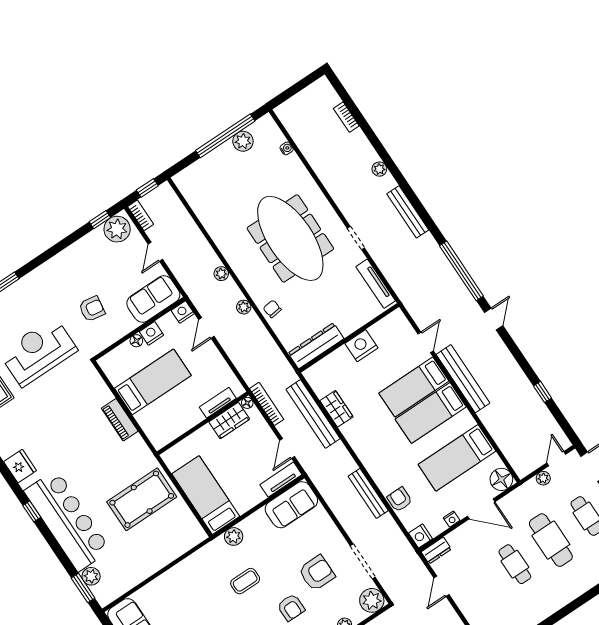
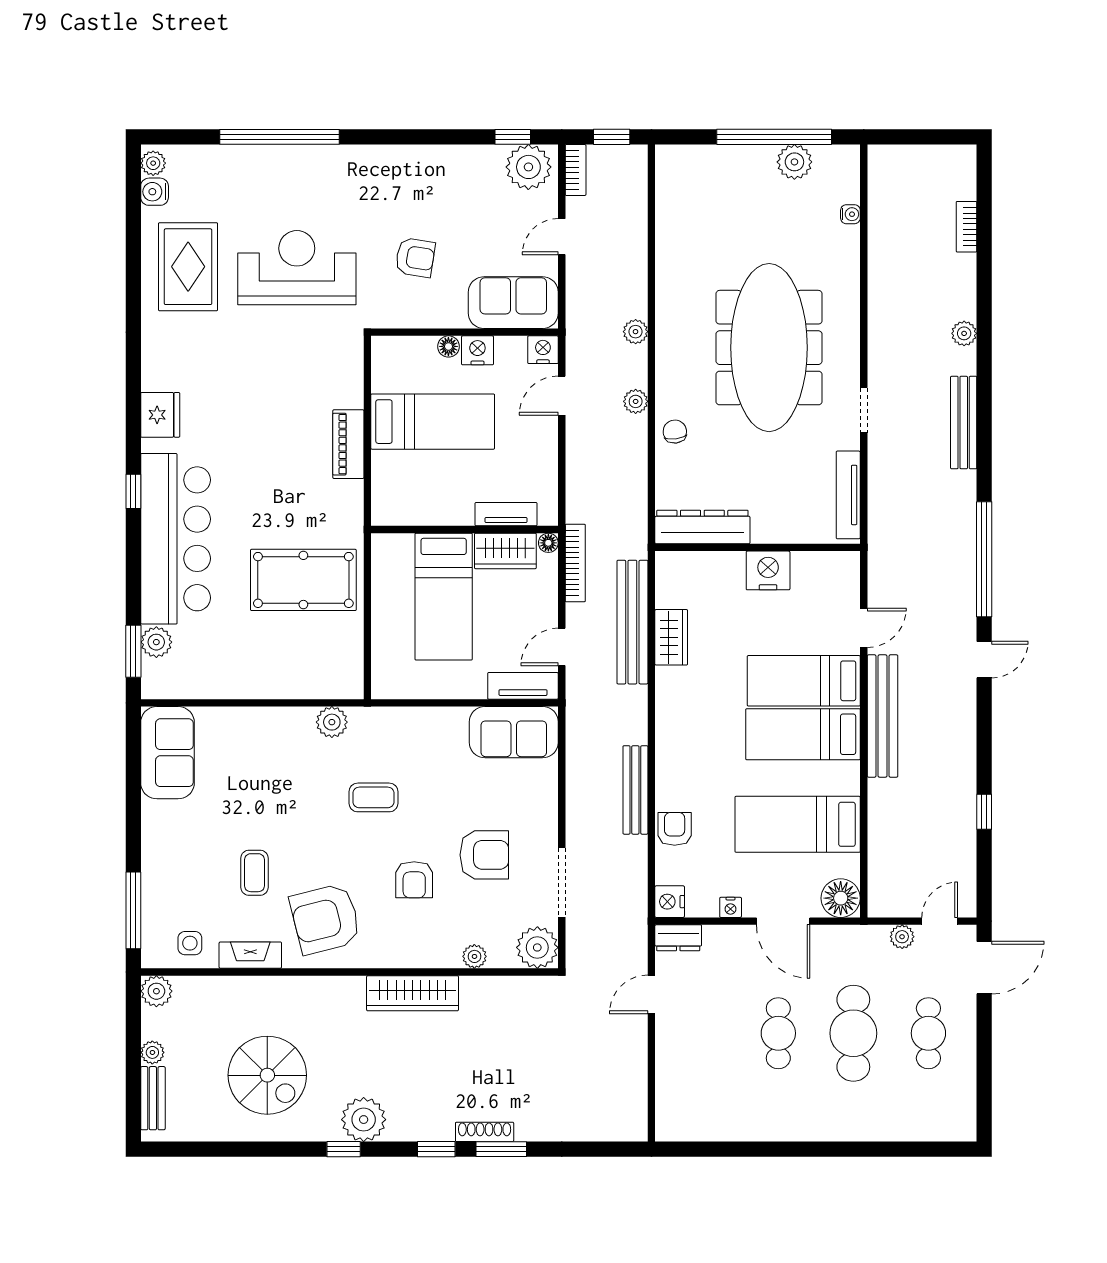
bed: (206, 495) -> (444, 597), moved, turned 180
plant: (234, 536) -> (332, 722), moved

